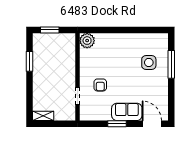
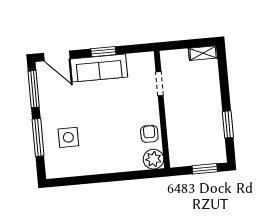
armchair: (100, 85) -> (149, 134), moved
window: (171, 101) -> (34, 89), added
sofa: (127, 112) -> (99, 68), width x1.36

